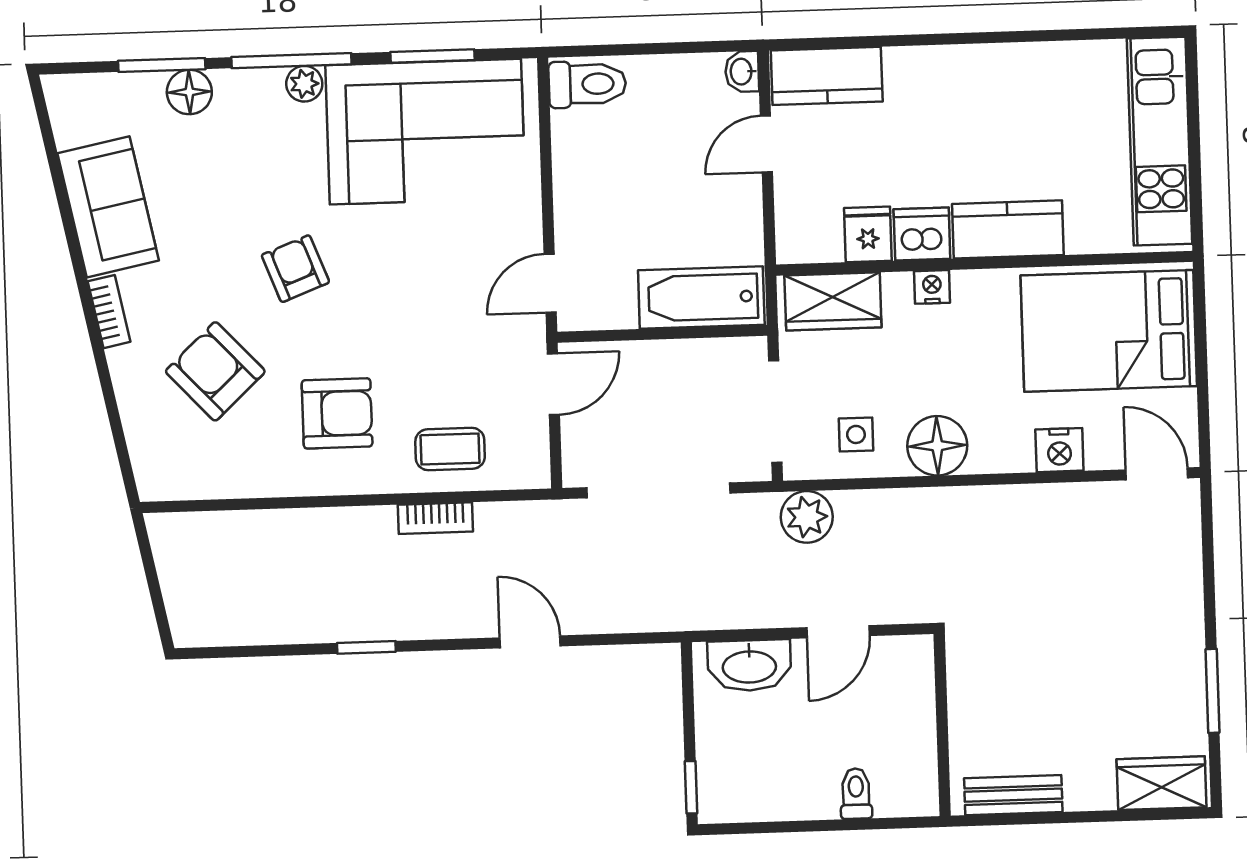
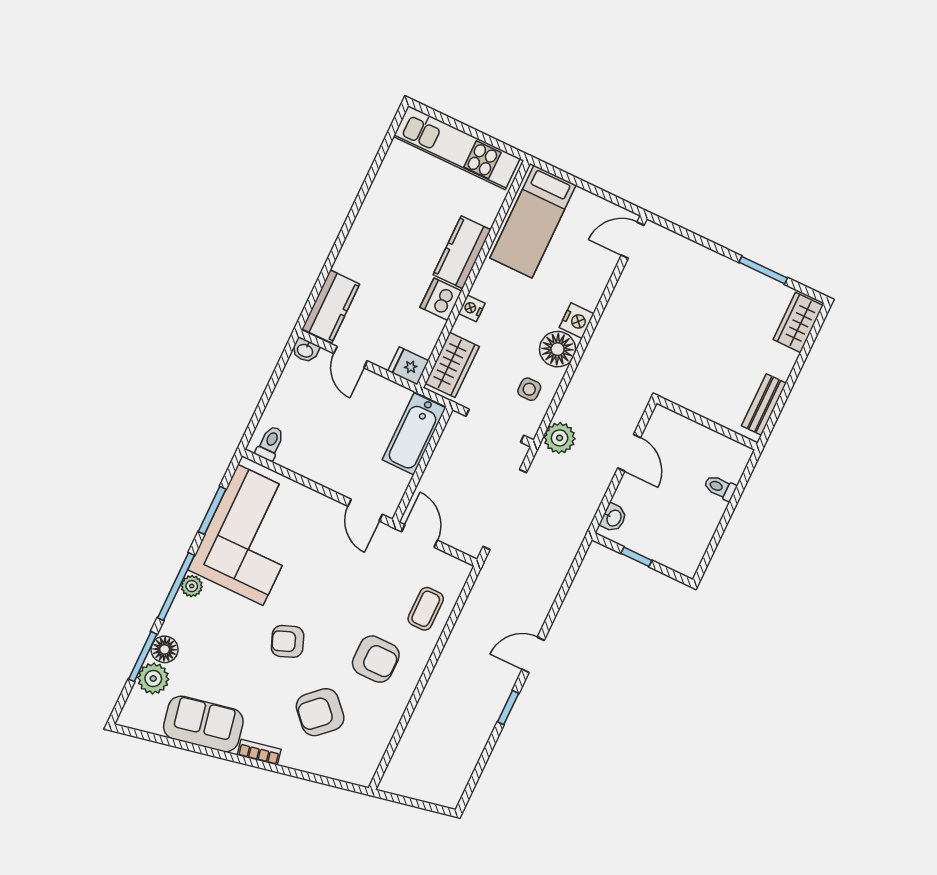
toilet: (587, 84) -> (270, 443), width x0.73, depth x0.72
plant: (137, 97) -> (153, 678), added
fridge: (868, 234) -> (408, 366), moved
bed: (1109, 331) -> (533, 222), width x0.67
armchair: (337, 413) -> (376, 659), turned 90
nightstand: (1059, 450) -> (577, 321), moved
bookcase: (435, 518) -> (458, 636), removed
door: (530, 642) -> (533, 655), moved
washbasin: (749, 665) -> (613, 518), width x0.52, depth x0.69
window: (691, 787) -> (636, 557), moved

